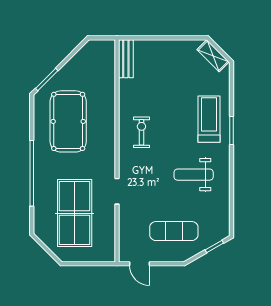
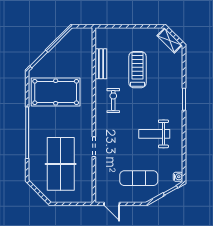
bench: (126, 59) -> (101, 64), moved
treadmill: (209, 119) -> (137, 70), moved
pool table: (68, 121) -> (56, 92), turned 90
water cooler: (224, 229) -> (178, 177), added

